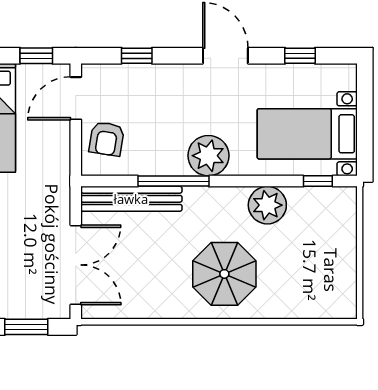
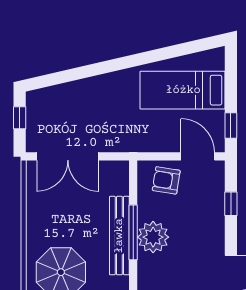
plant: (208, 156) -> (153, 237), moved
bench: (131, 199) -> (119, 236), moved
window: (26, 327) -> (20, 118), width x0.67

